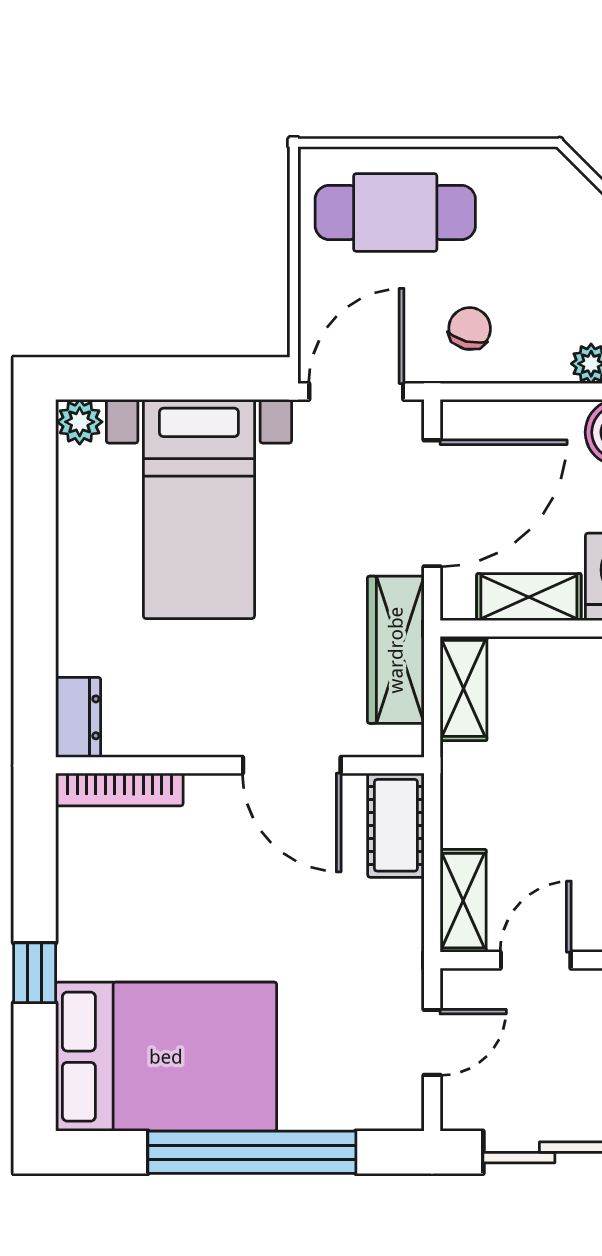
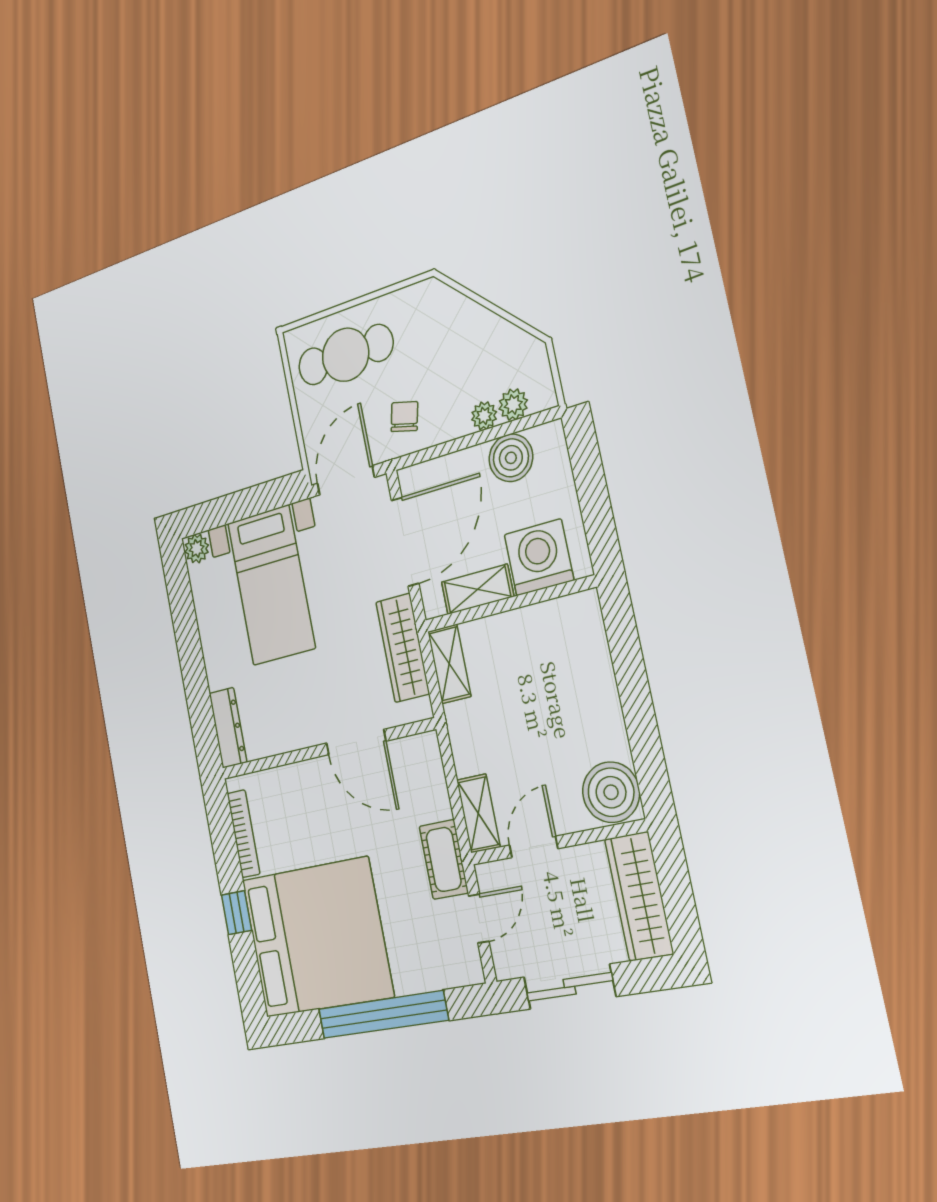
dresser: (78, 717) -> (228, 728), width x1.44
bookcase: (119, 790) -> (244, 834), moved, turned -90
cot: (396, 825) -> (444, 859), moved
bed: (166, 1057) -> (317, 938), width x1.36

